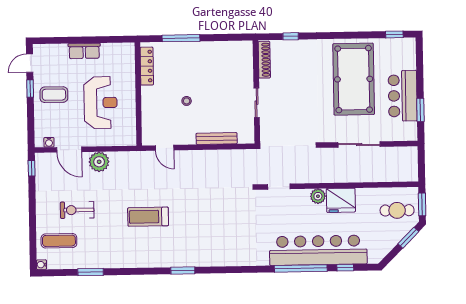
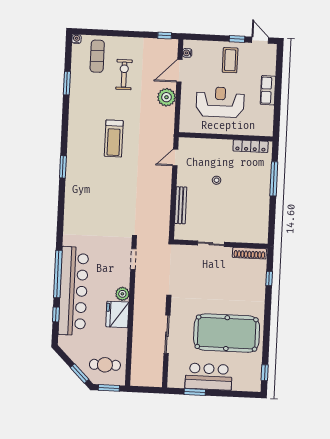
reception desk: (101, 103) -> (220, 102), turned 180
cafe table: (397, 210) -> (105, 365), turned 90
treadmill: (148, 217) -> (114, 138), turned 180

